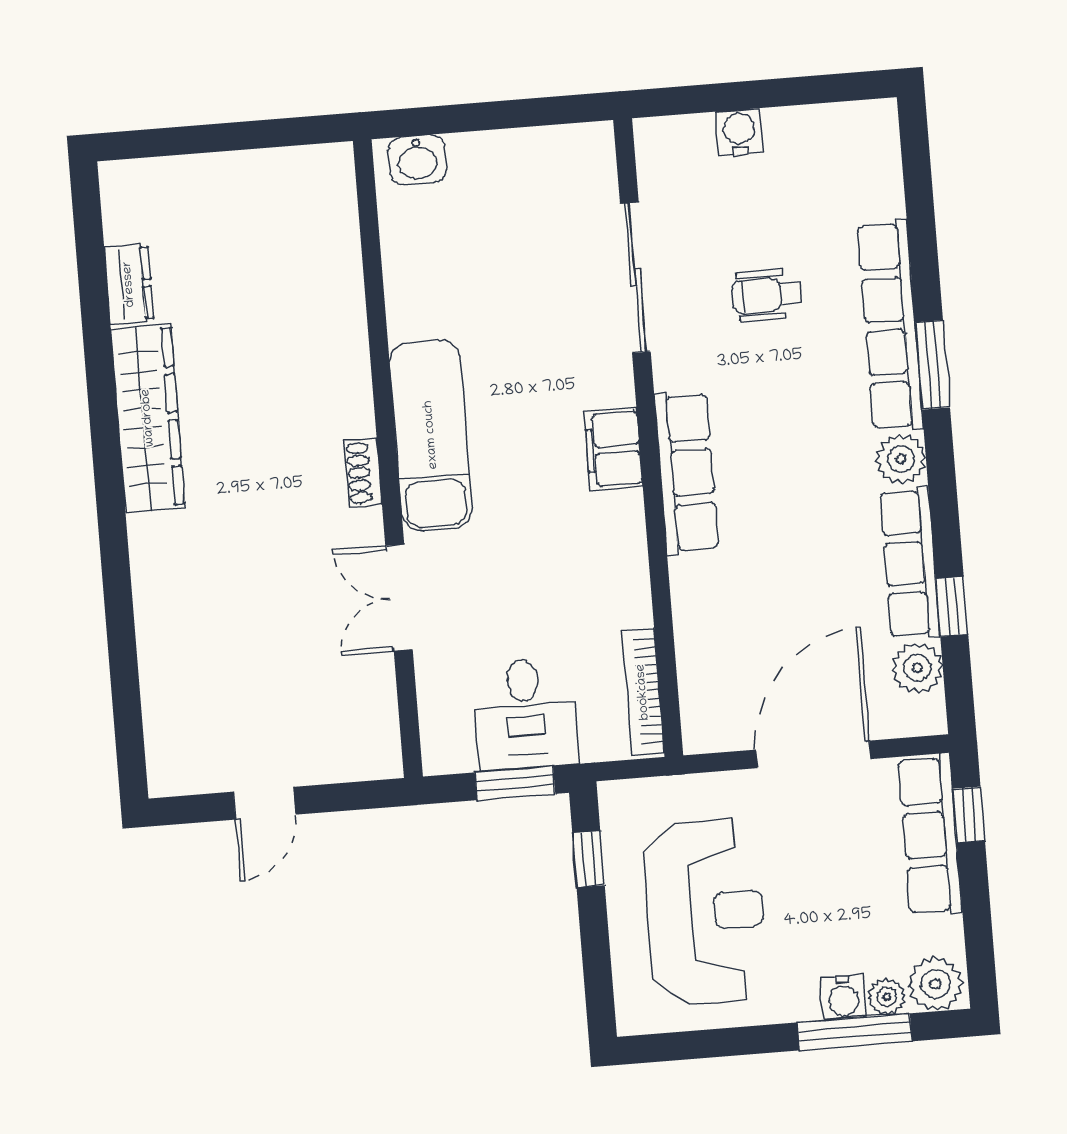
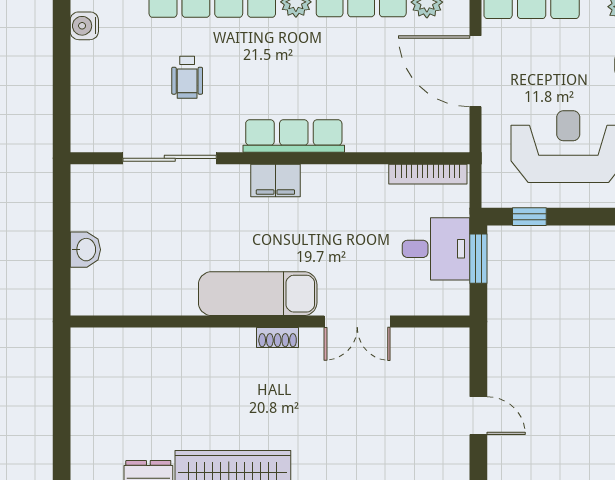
water cooler: (739, 132) -> (84, 26), moved
washbasin: (417, 160) -> (85, 250), moved

